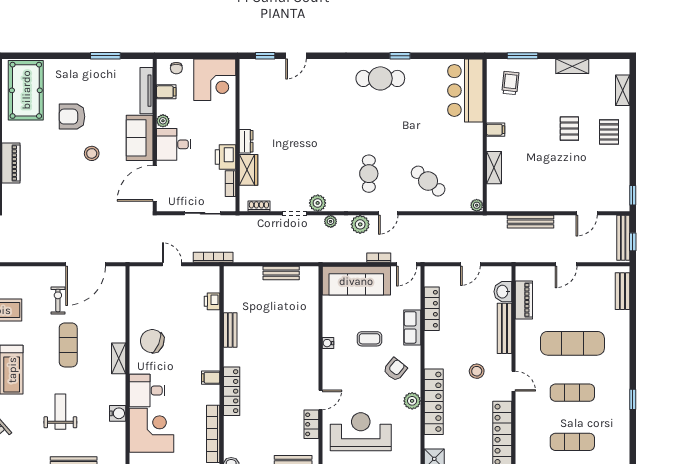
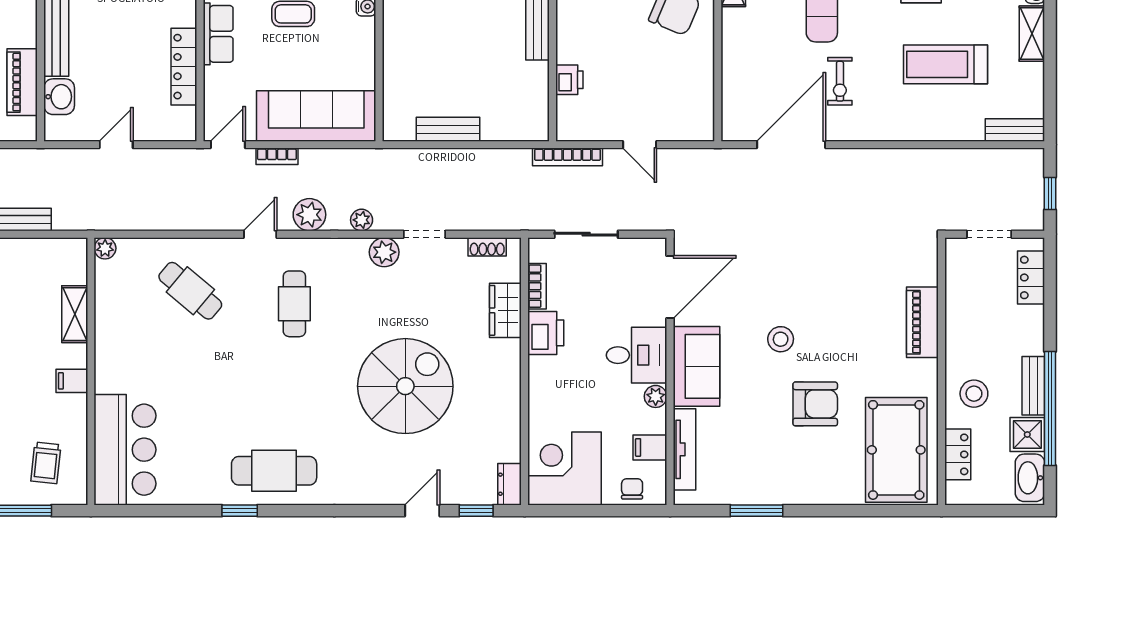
spiral stairs: (306, 127) -> (405, 386), added
dresser: (246, 141) -> (510, 484), moved

